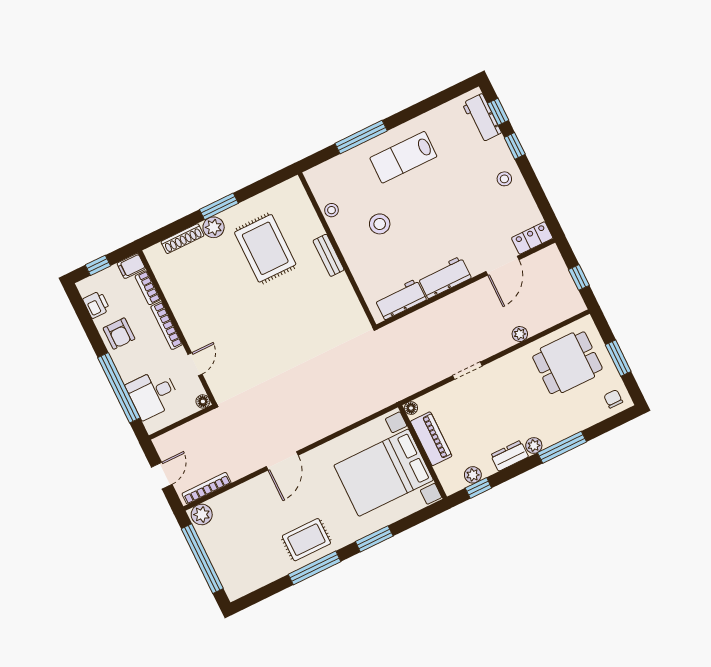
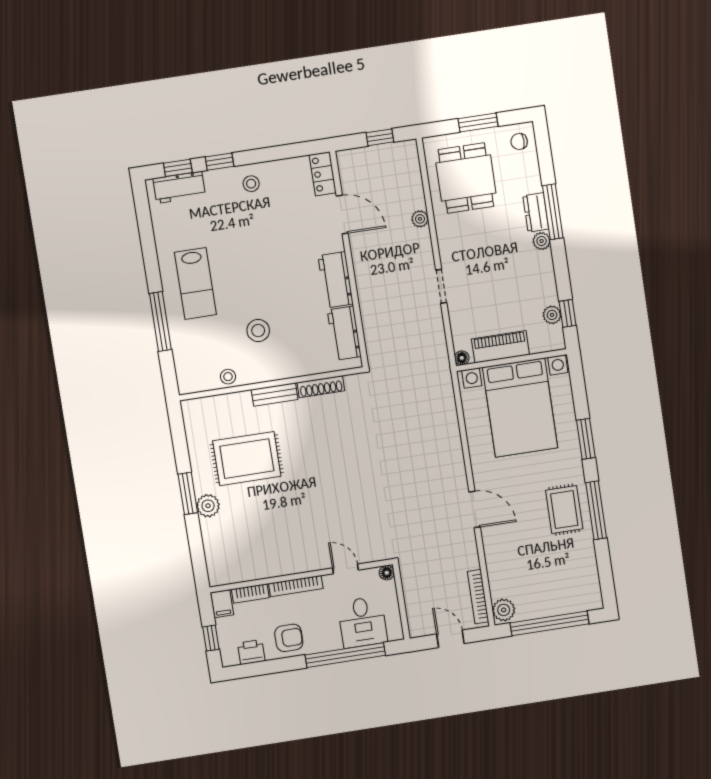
shoe rack: (182, 239) -> (321, 387), moved, turned 90
dresser: (509, 456) -> (536, 212), moved

